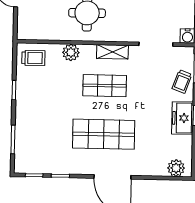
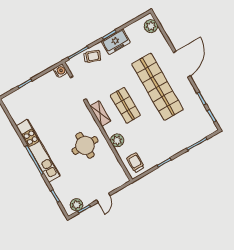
shop shelf: (104, 134) -> (157, 87), width x1.40

